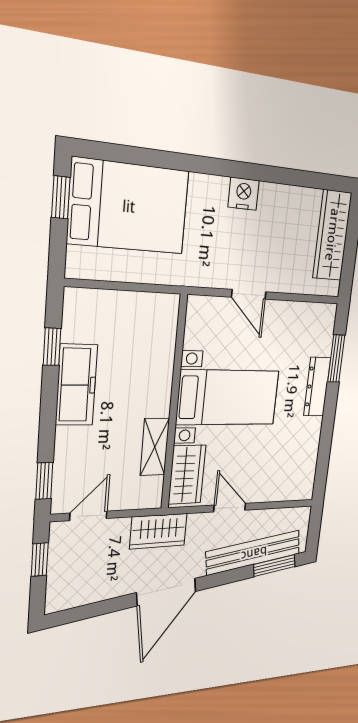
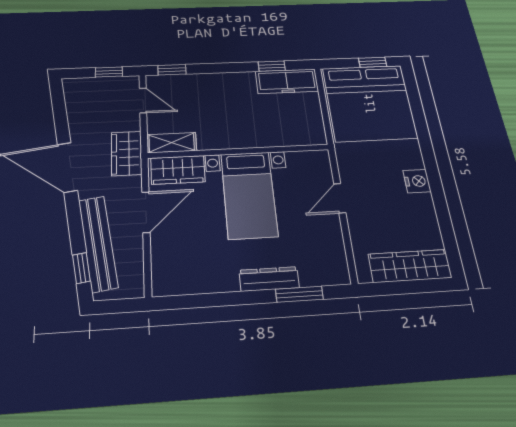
bed: (129, 207) -> (369, 103), width x1.36
freezer: (76, 385) -> (287, 81), moved
shelving: (155, 447) -> (172, 143), moved
door: (230, 508) -> (146, 212), width x1.38
window: (274, 565) -> (81, 268), width x0.67

